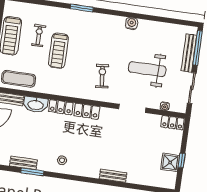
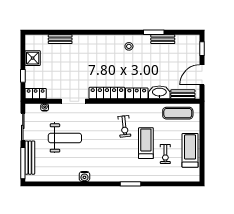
exercise bike: (102, 76) -> (124, 126), moved
locker: (87, 111) -> (107, 93), width x1.53
window: (182, 160) -> (23, 76), moved
bench: (113, 176) -> (60, 39), moved

